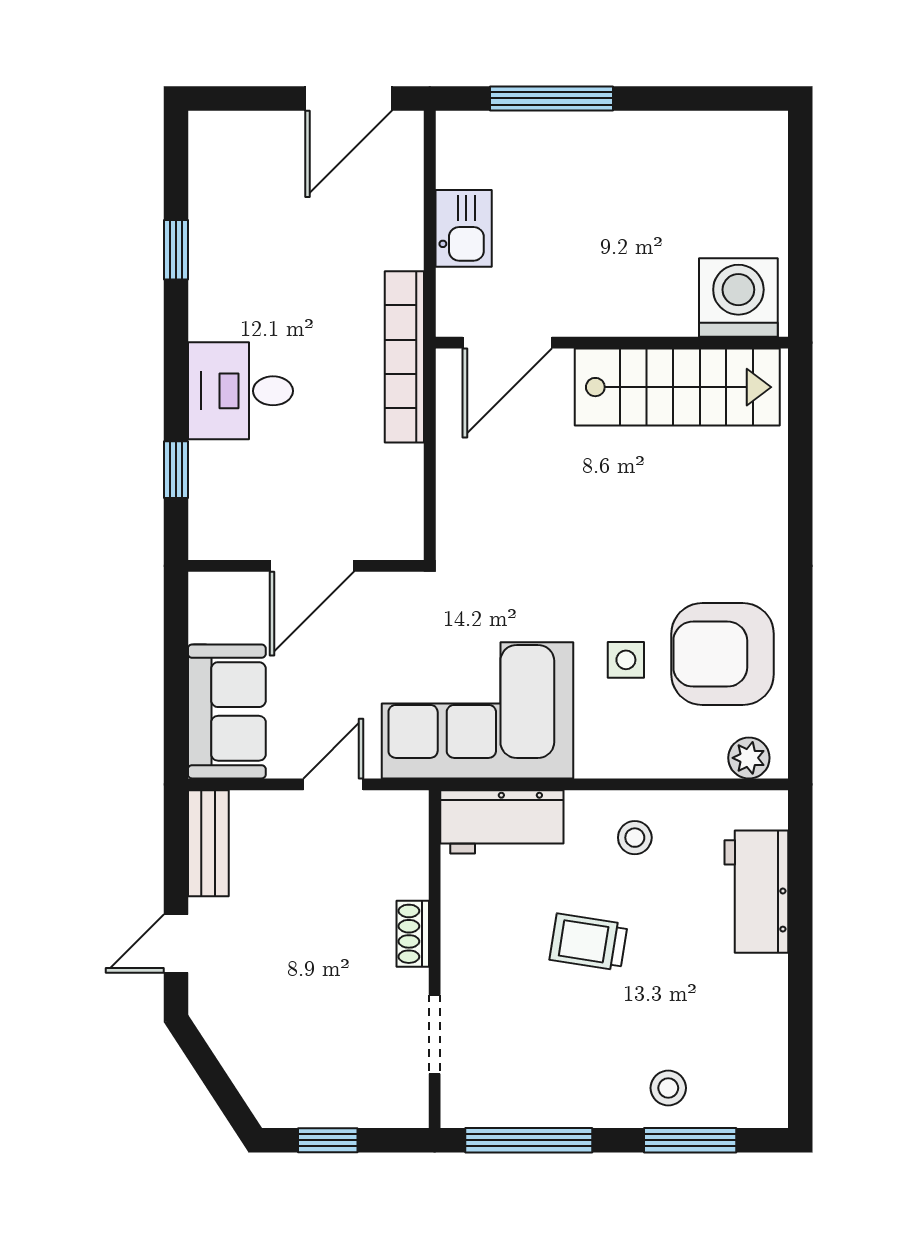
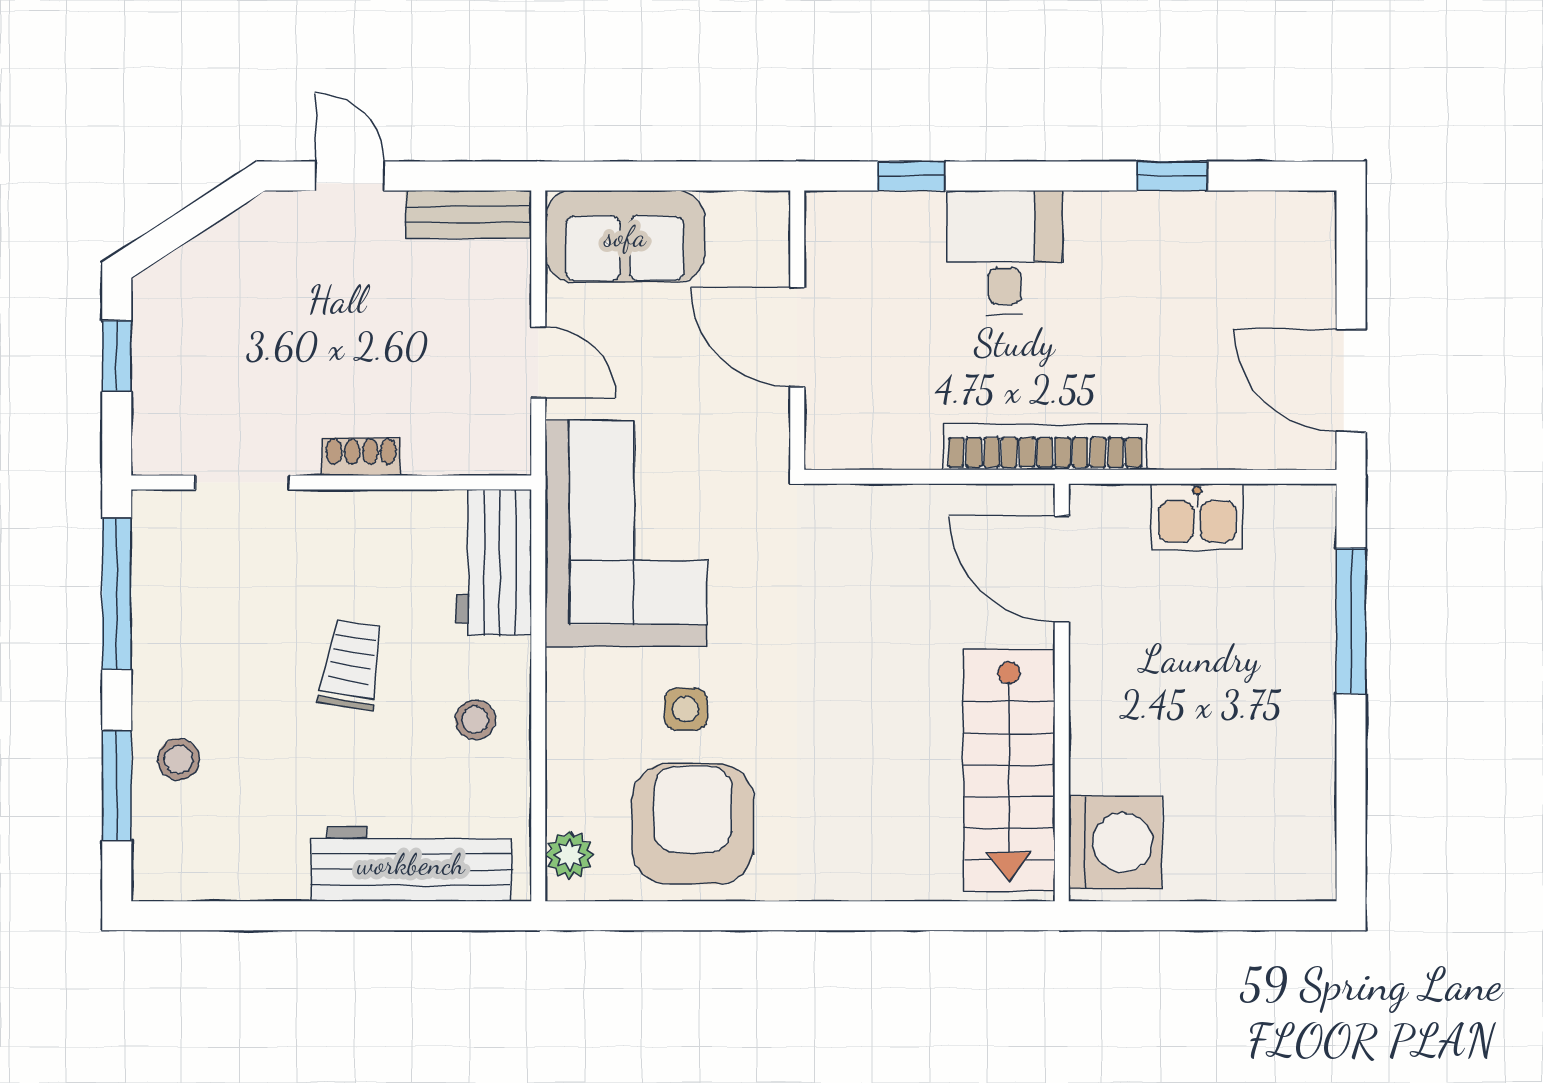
workbench: (756, 892) -> (411, 864), width x1.38

